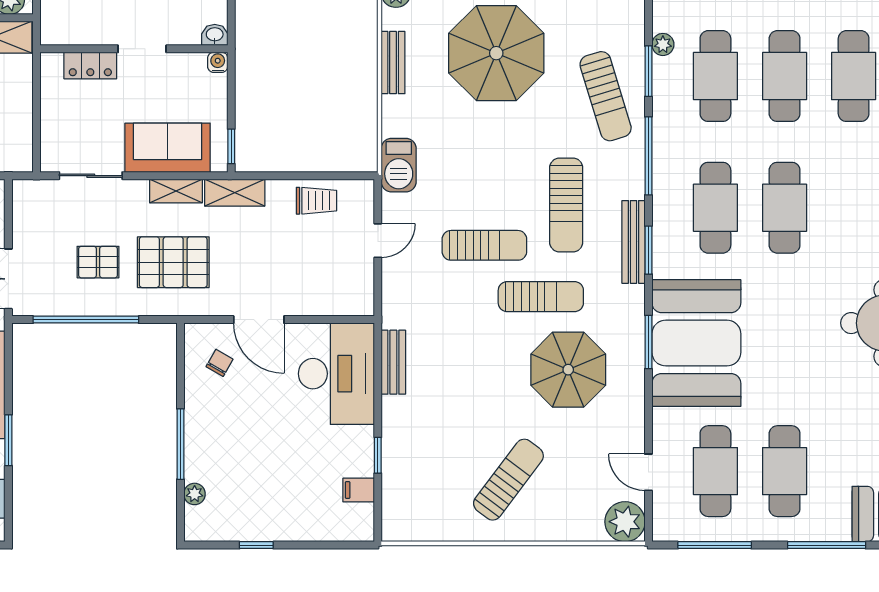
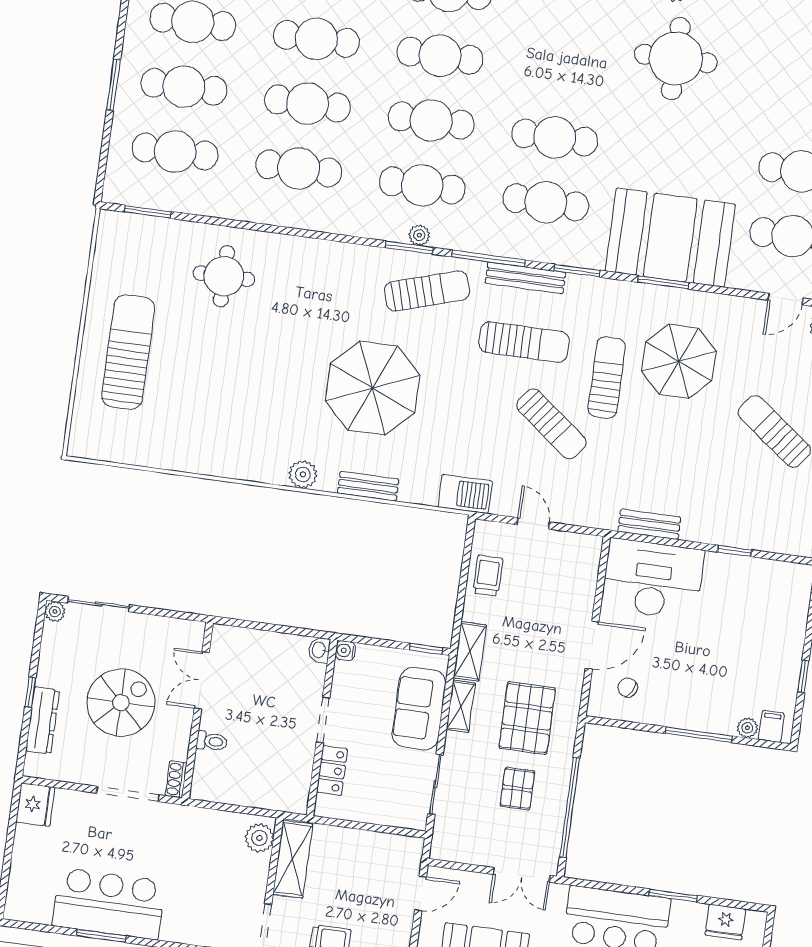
plant: (663, 44) -> (419, 235), moved
bench: (633, 242) -> (525, 278), moved
sun lounger: (484, 245) -> (551, 424), turned 128
filing cabinet: (359, 490) -> (771, 726), moved, turned 180

